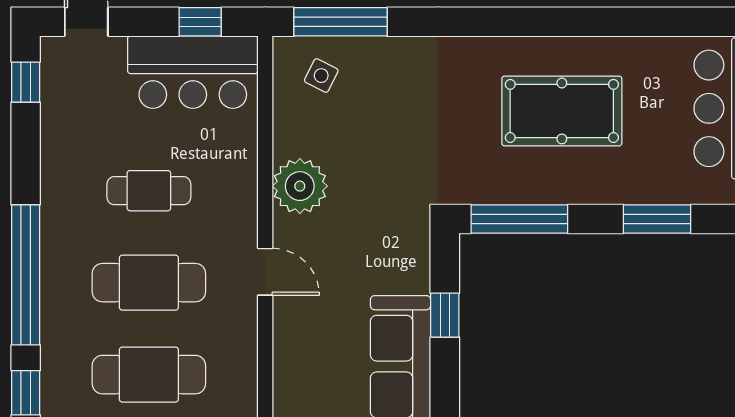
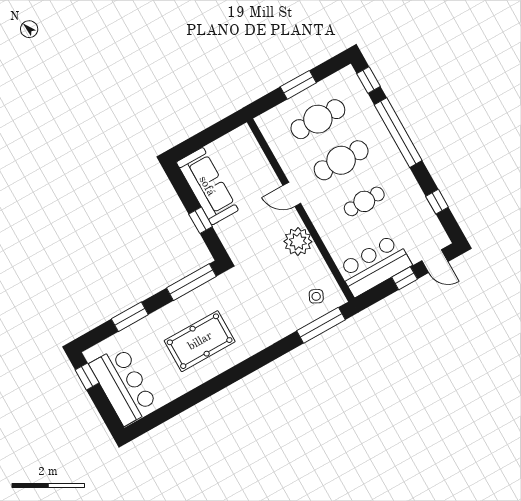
window: (200, 22) -> (405, 278), moved
window: (26, 82) -> (437, 202), moved

